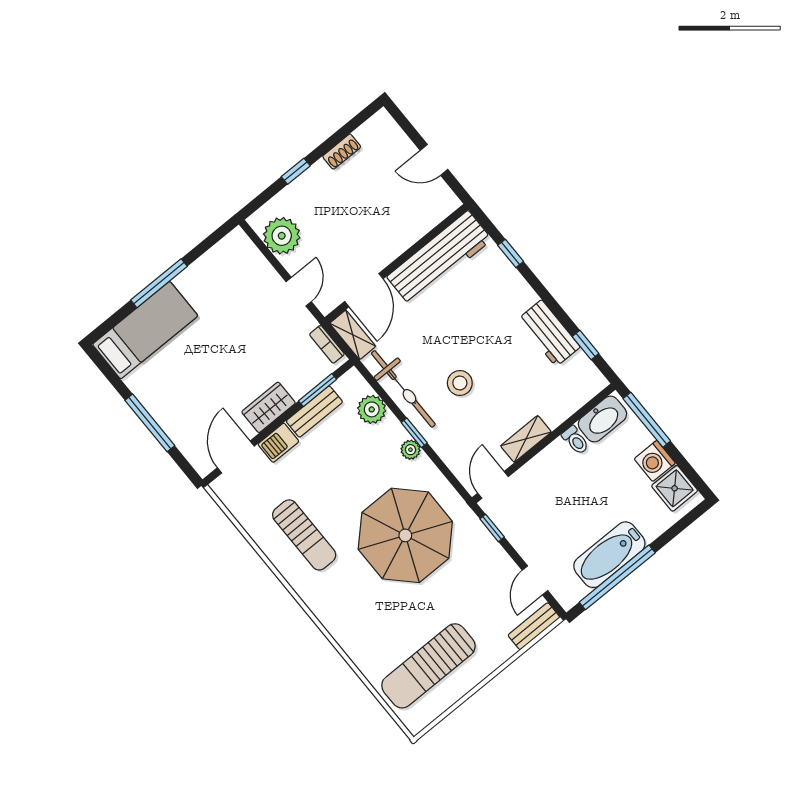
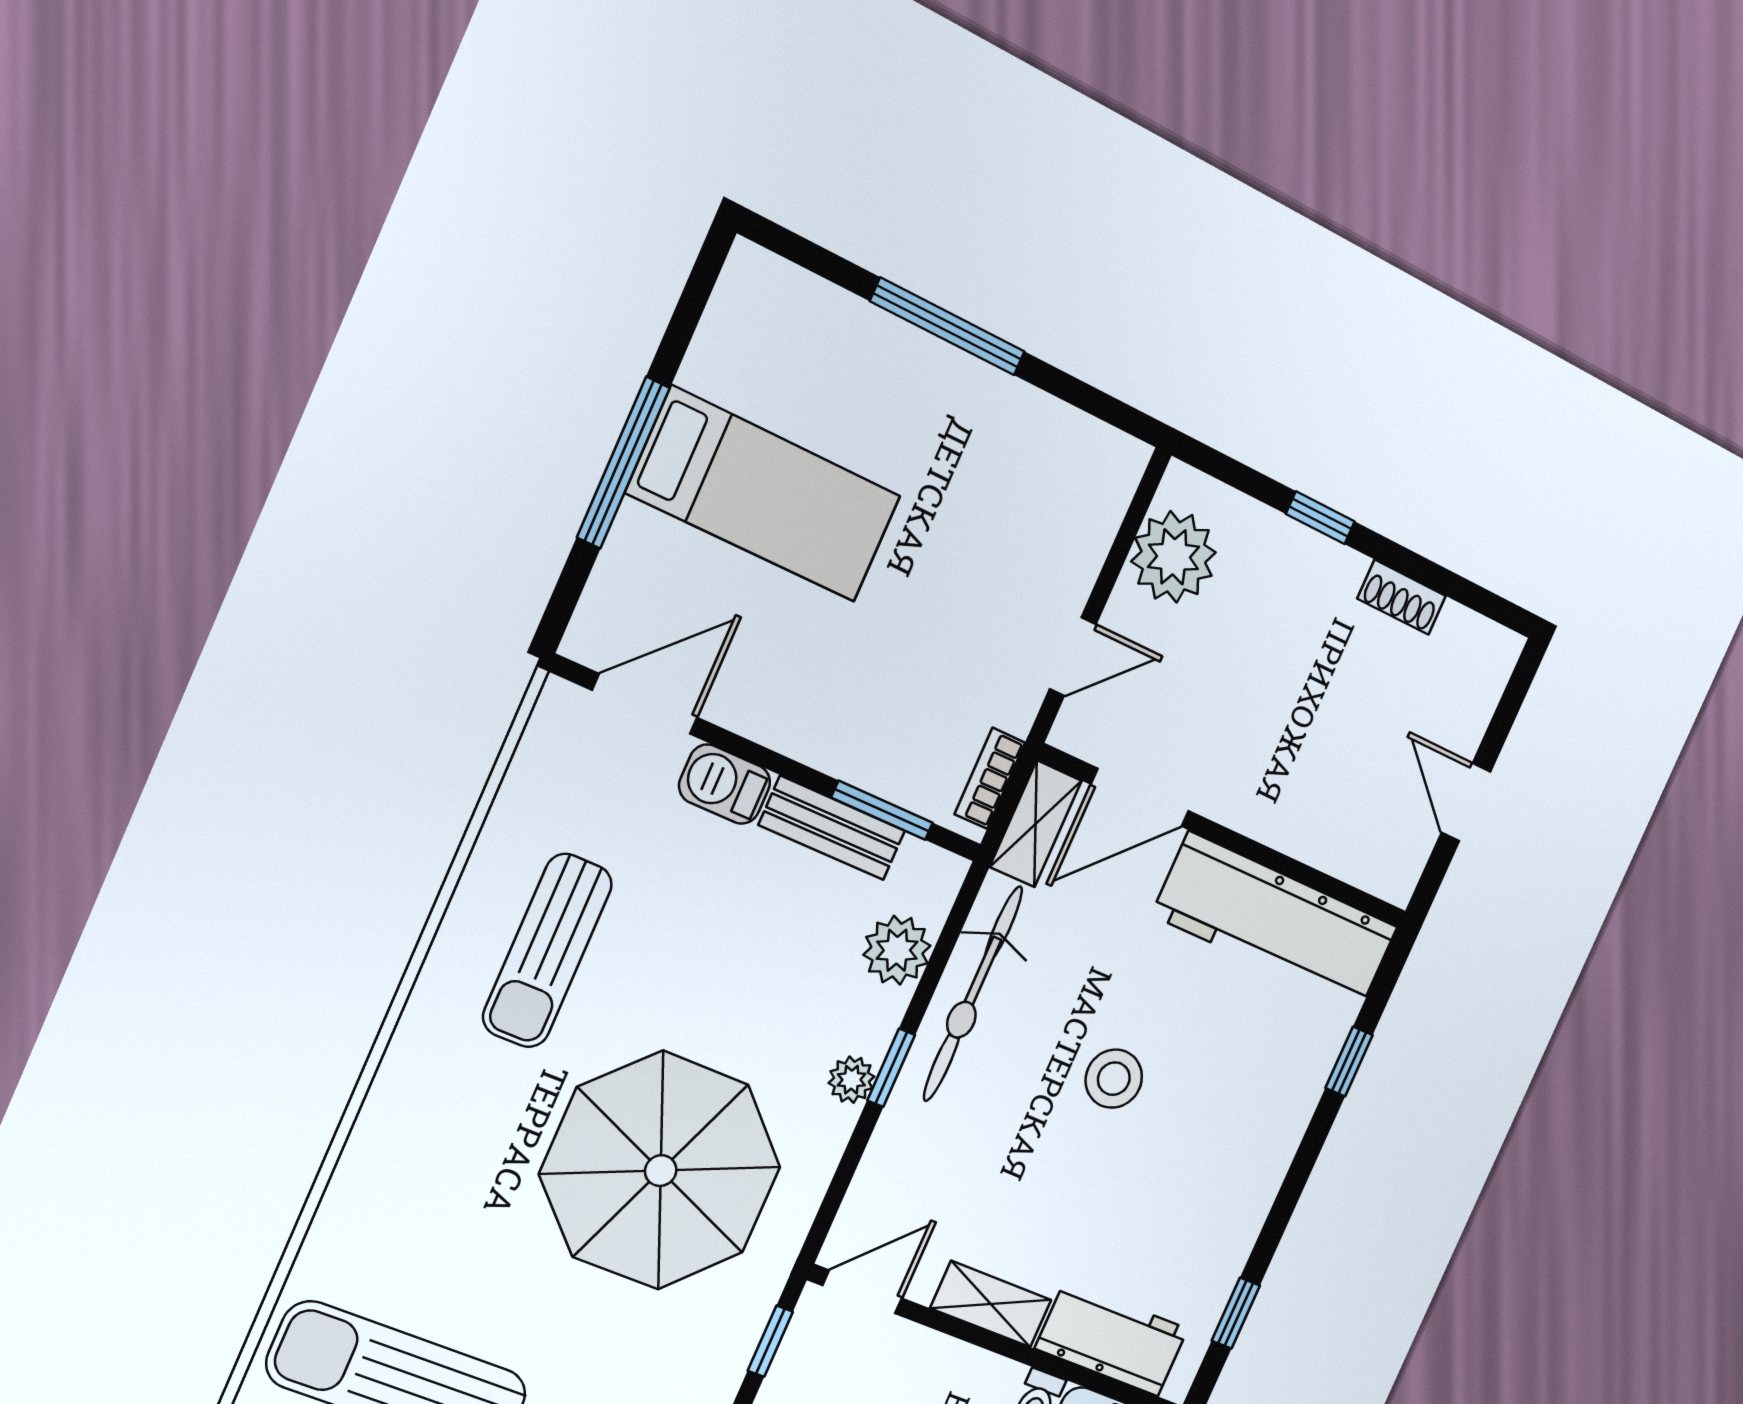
bed: (145, 330) -> (764, 495), moved
workbench: (549, 333) -> (1112, 1339), moved, turned 90
stool: (460, 383) -> (1114, 1079), moved
wardrobe: (268, 407) -> (792, 721), removed

